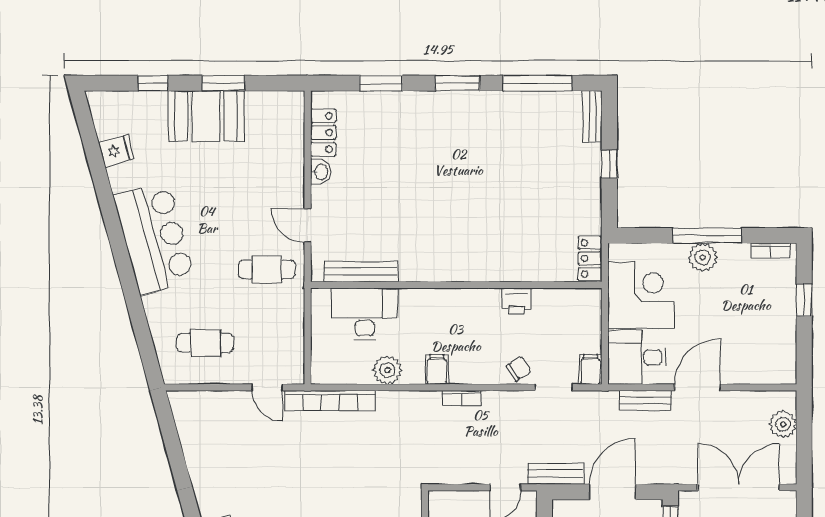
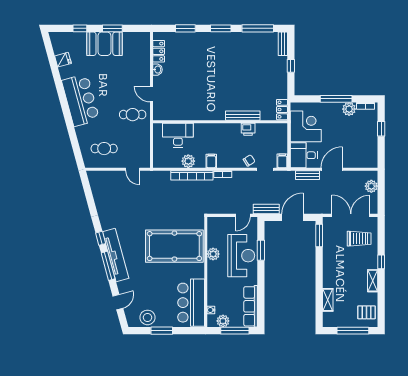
plant: (703, 257) -> (349, 109), moved
bench: (361, 272) -> (243, 116), moved
bookcase: (330, 401) -> (192, 175), moved

